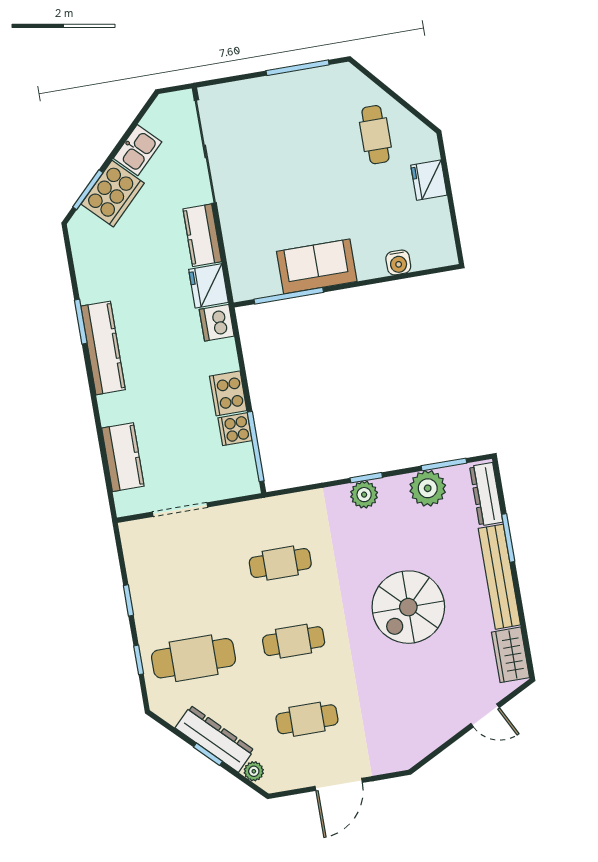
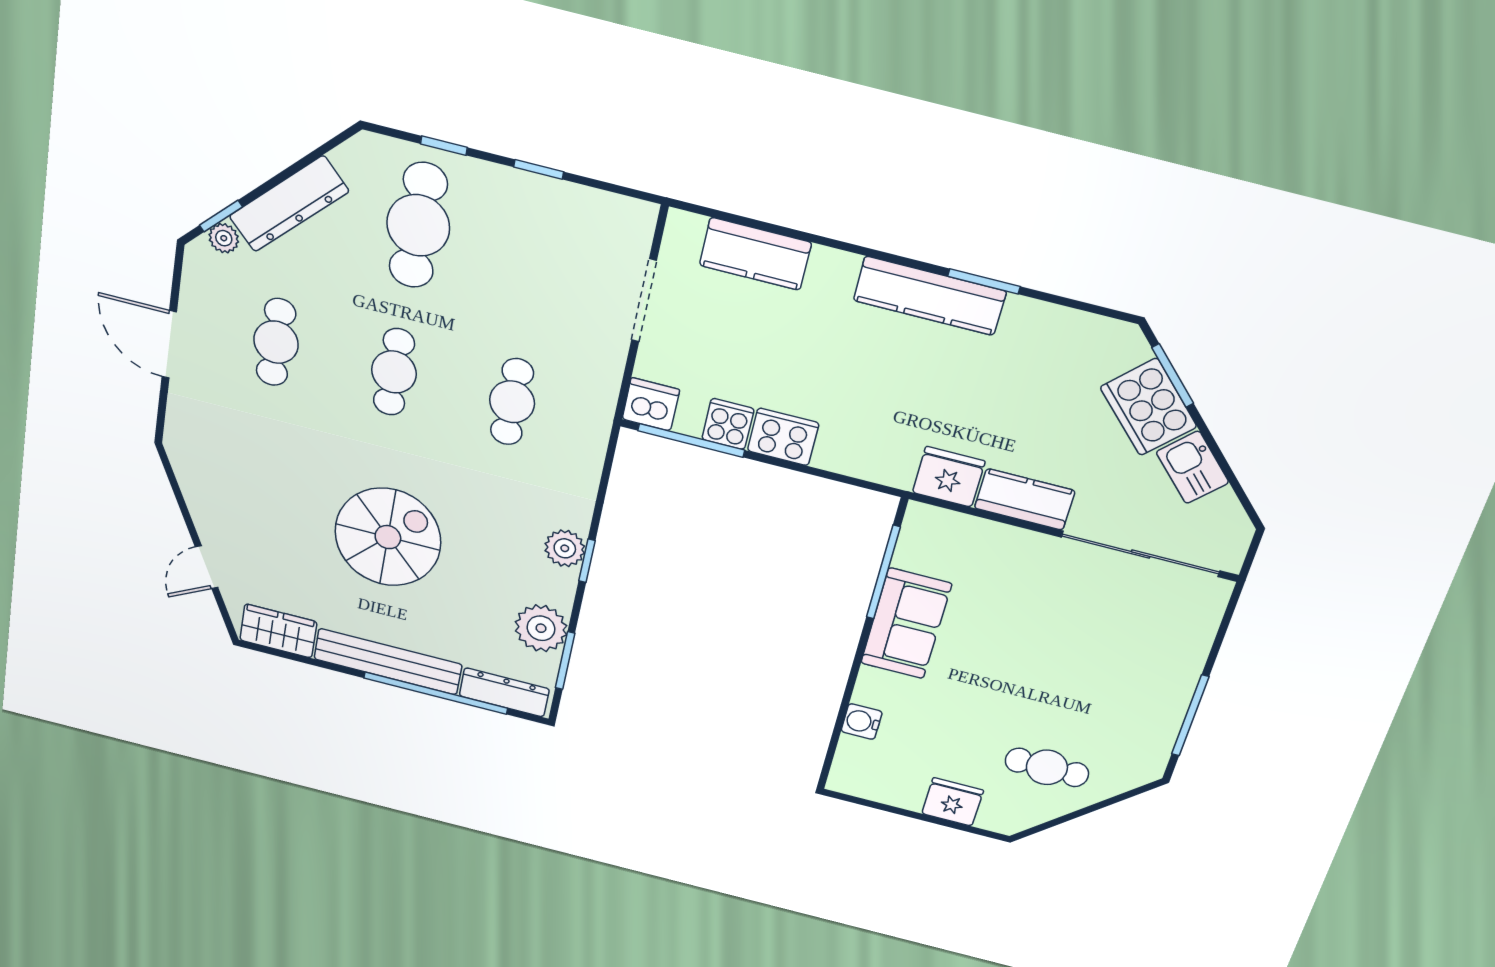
dishwasher: (217, 323) -> (651, 404), moved
window: (508, 538) -> (436, 693), width x2.11
spiral stairs: (408, 607) -> (388, 537), turned 90
window: (208, 754) -> (221, 216), moved

